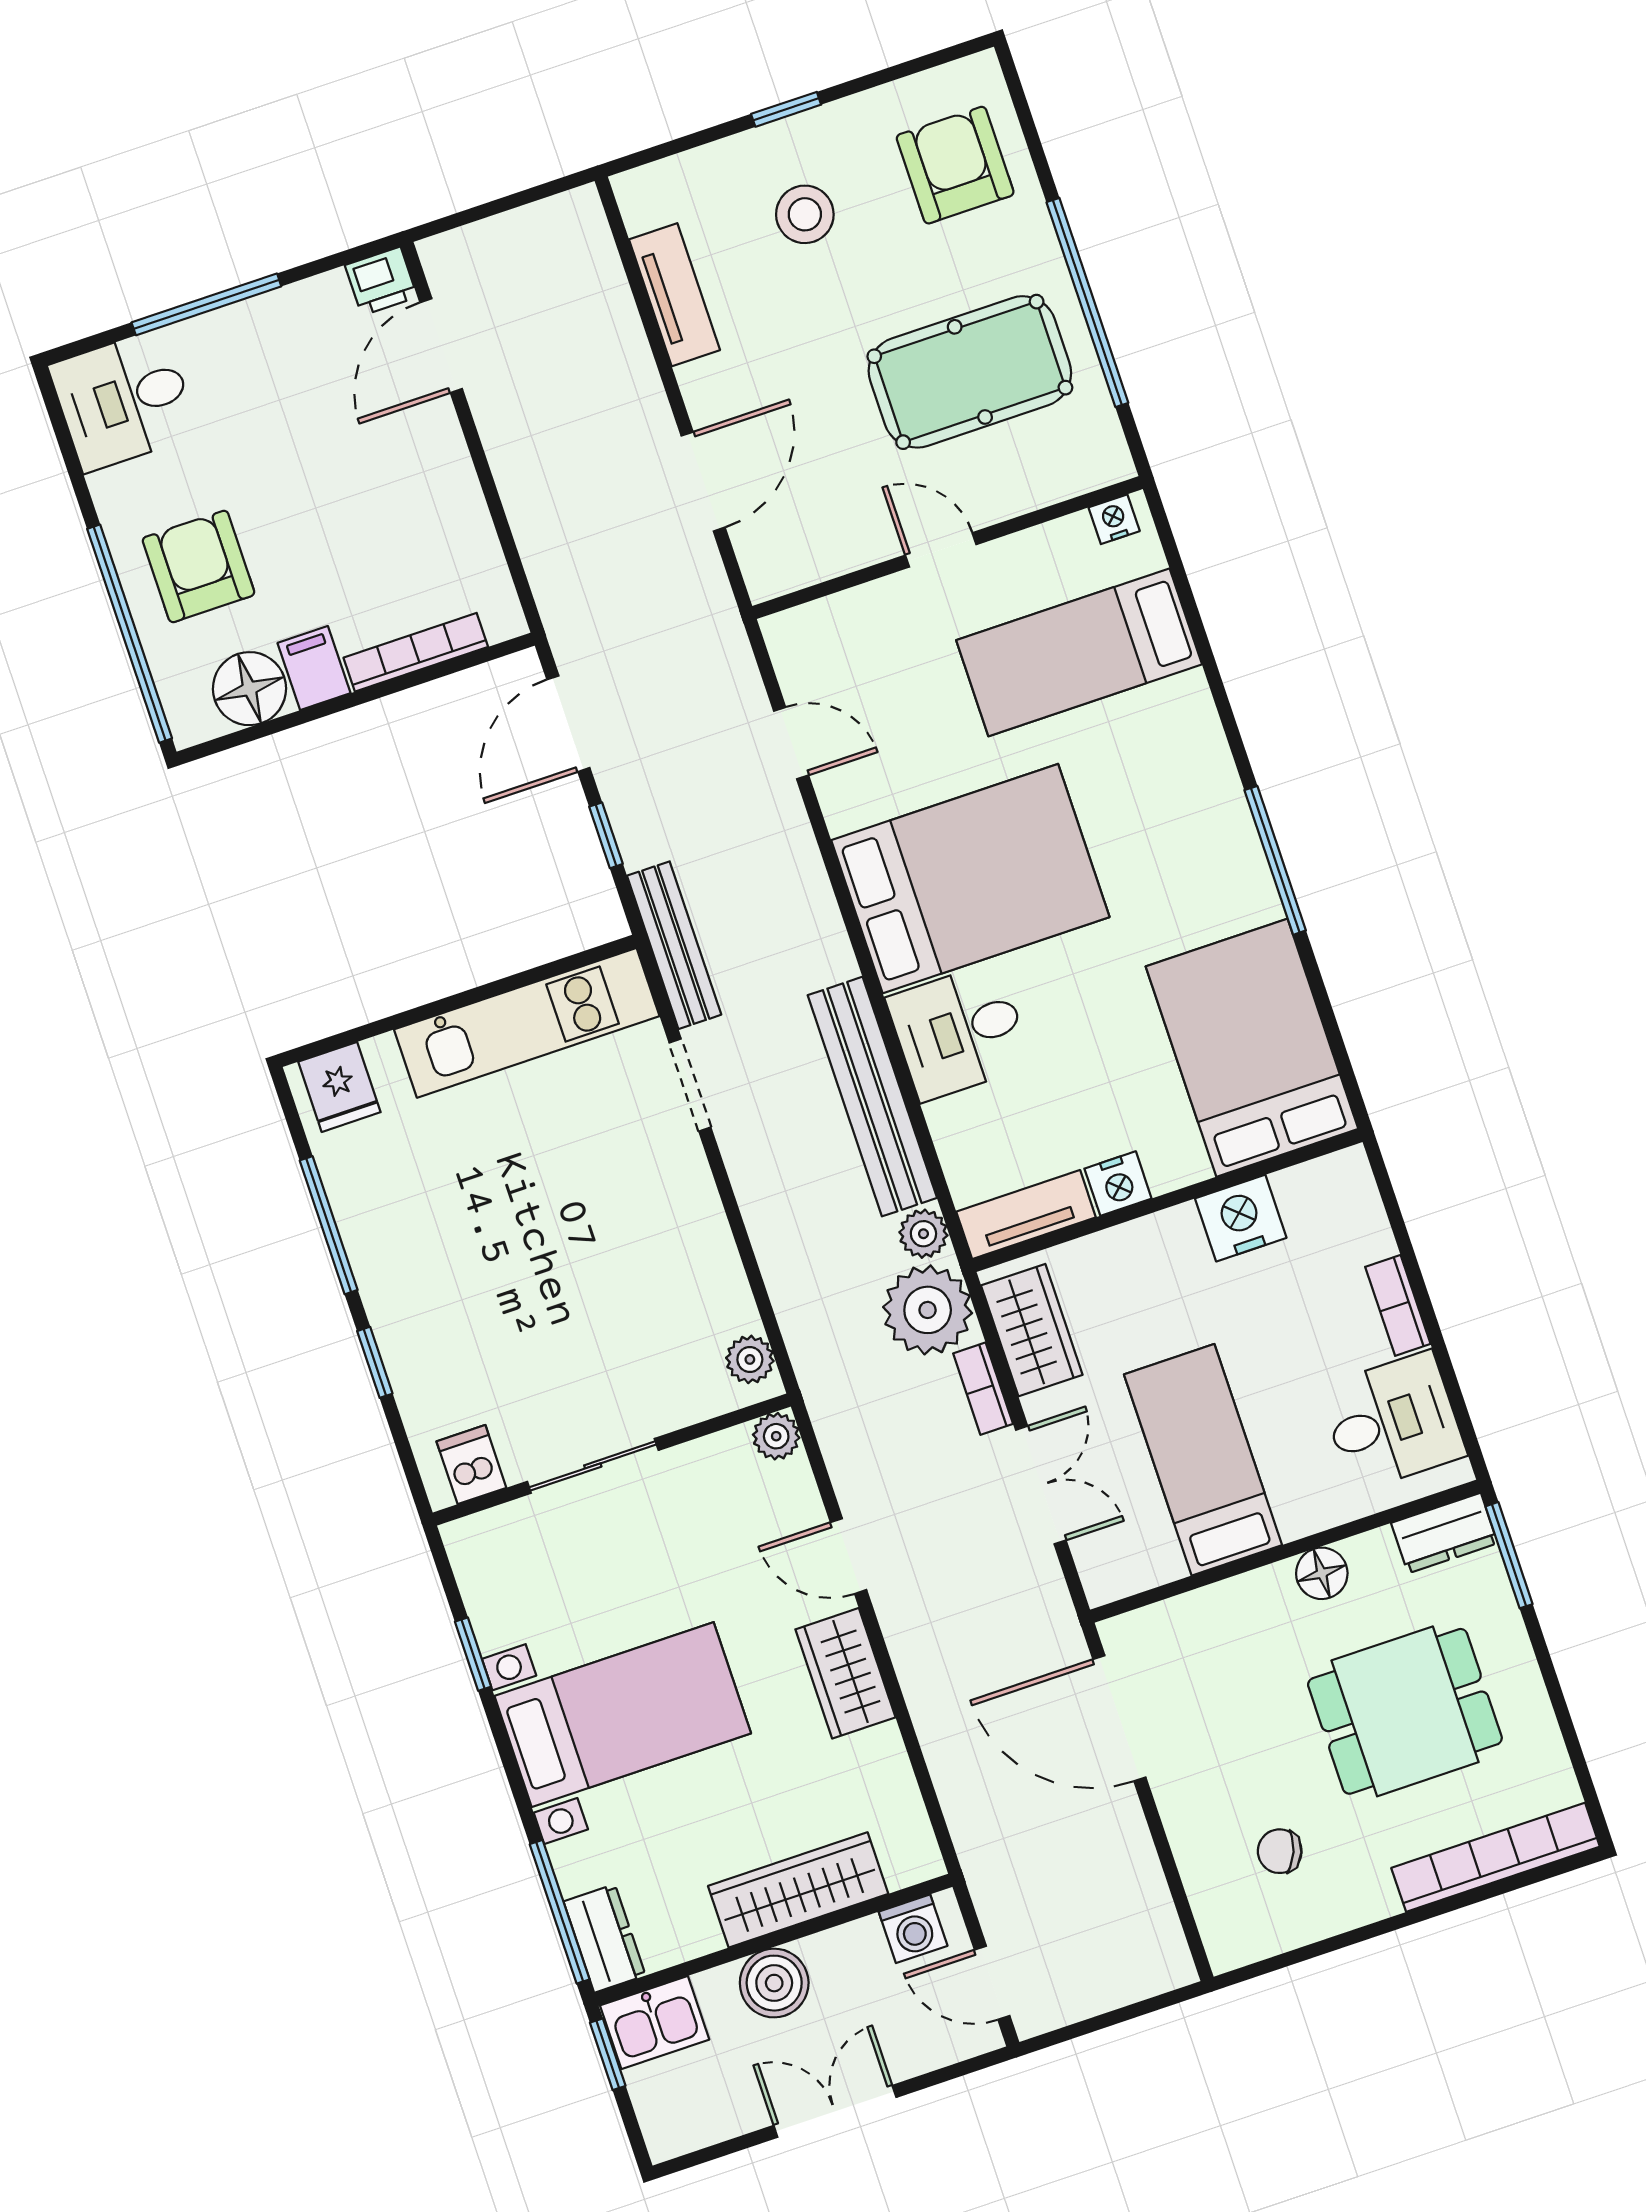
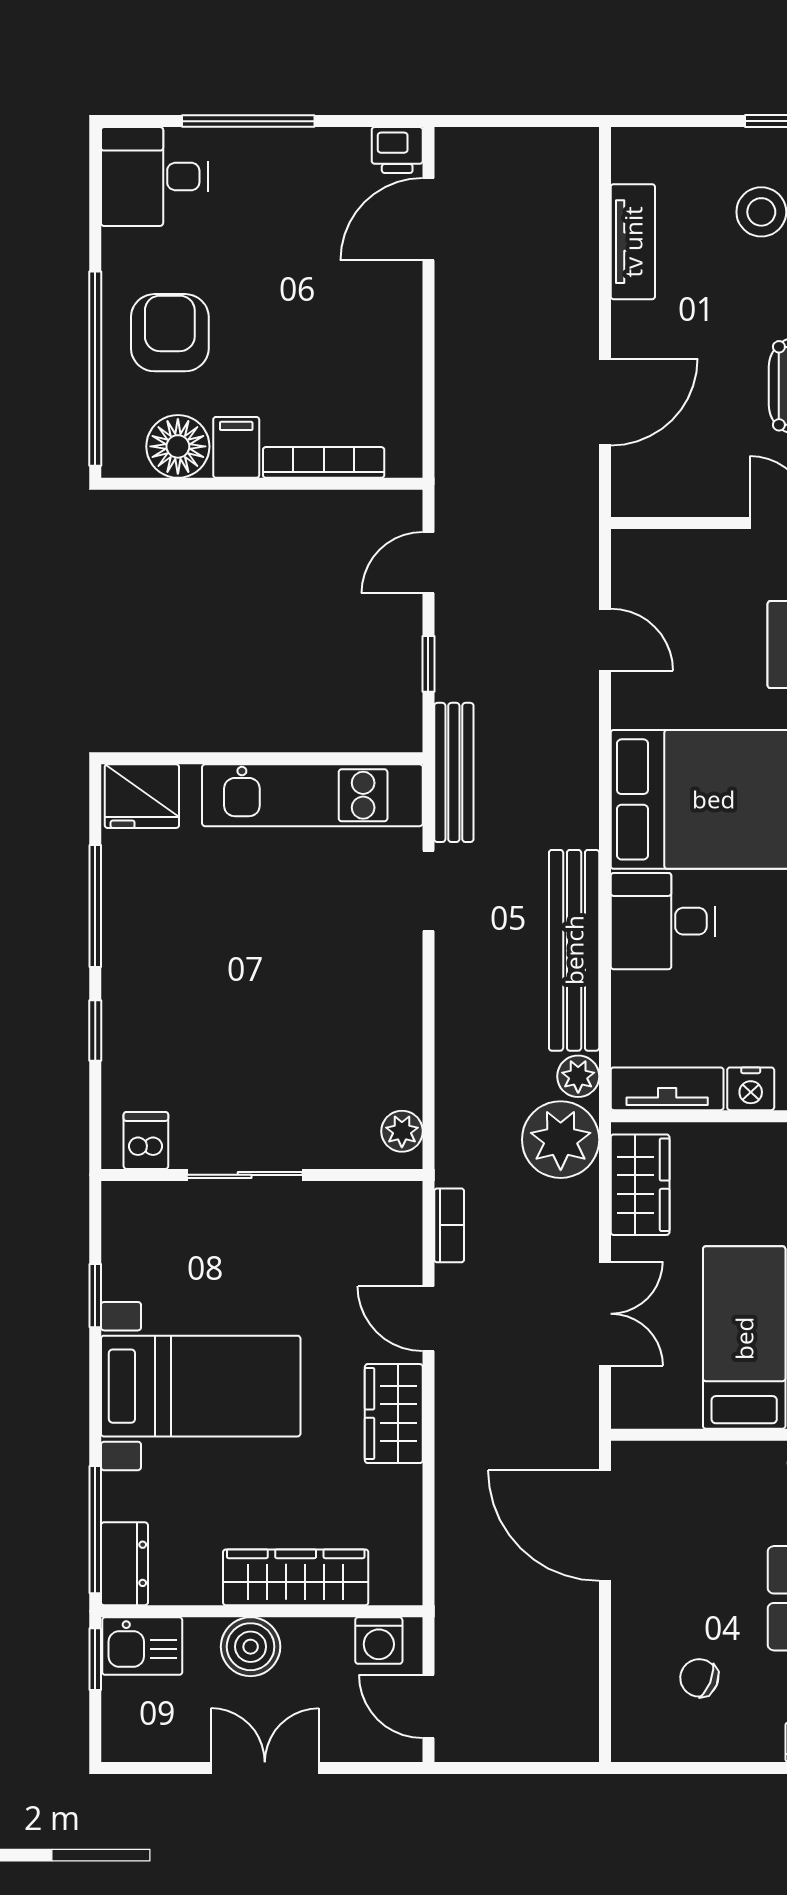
door: (568, 724) -> (428, 563), width x0.73
fridge: (339, 1087) -> (142, 796), width x1.38
bookcase: (983, 1389) -> (449, 1225), moved, turned 180
plant: (776, 1436) -> (402, 1201), removed

